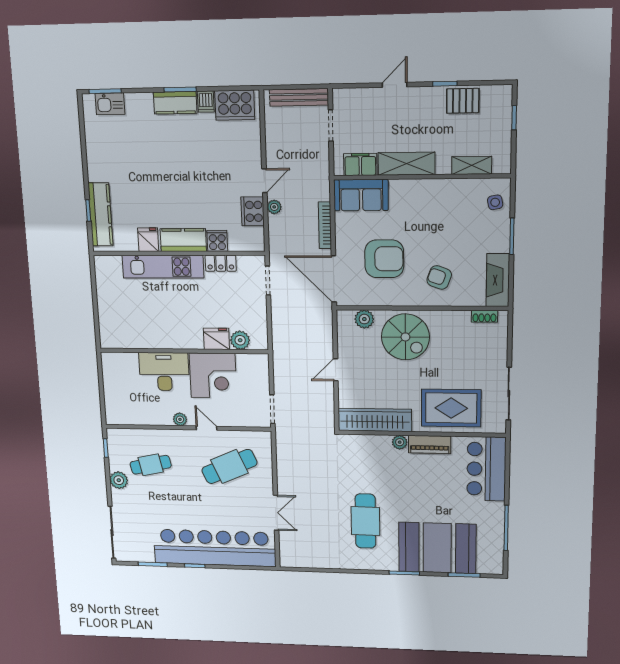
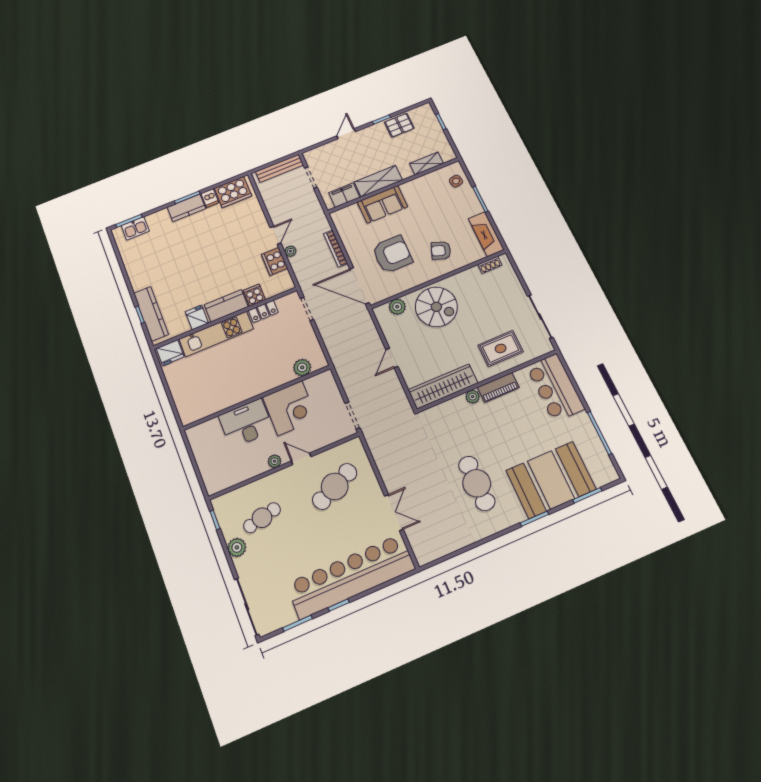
sofa: (361, 195) -> (382, 204), moved
fridge: (216, 339) -> (170, 353), moved, turned 180
rug: (451, 408) -> (501, 348), width x0.73, depth x0.70

